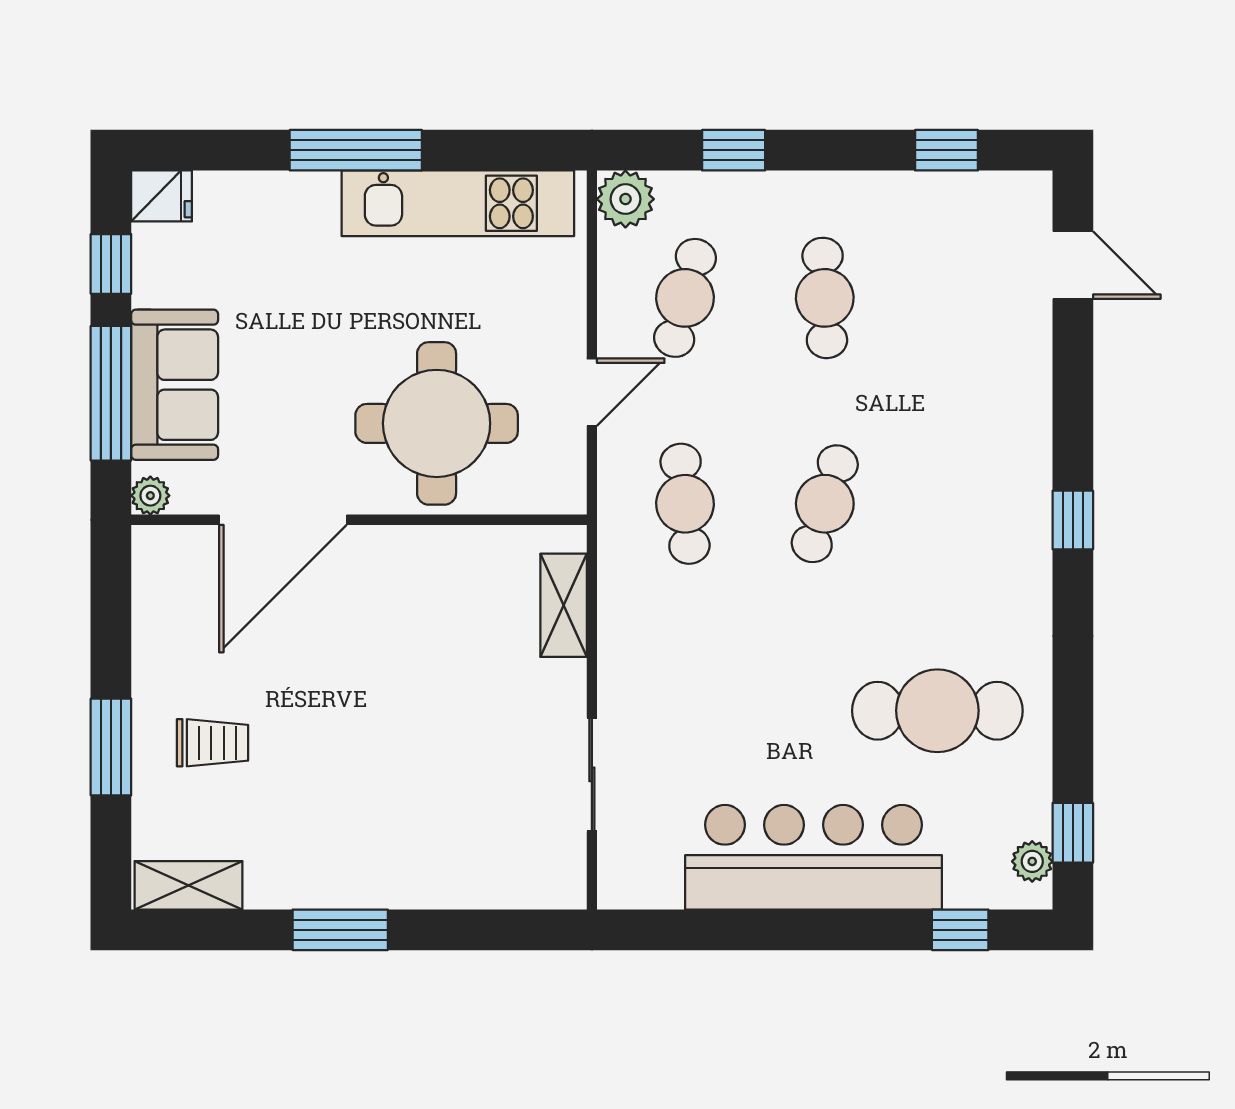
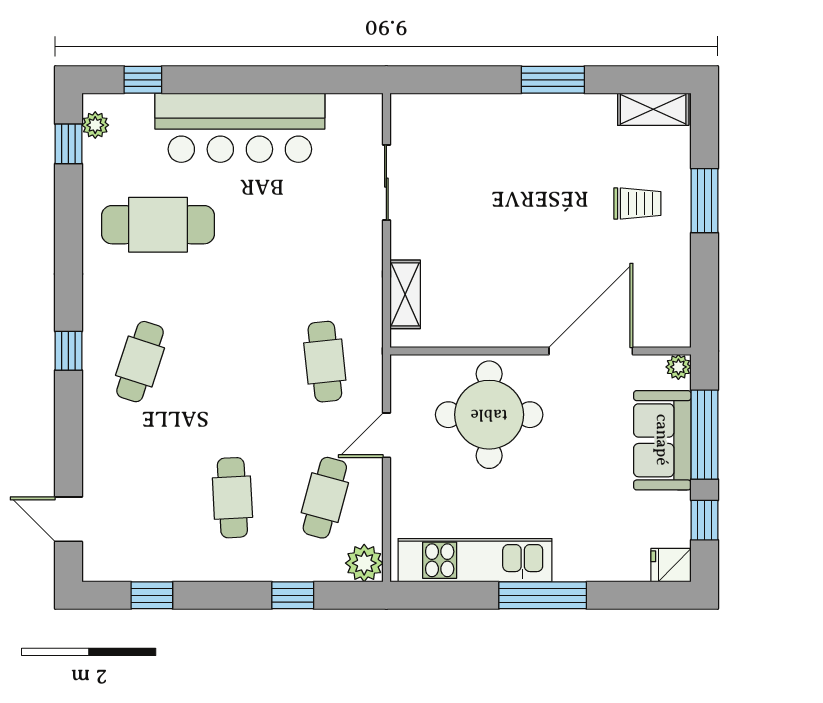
cafe table: (825, 504) -> (140, 362), moved
trolley: (212, 743) -> (637, 204), turned 180

